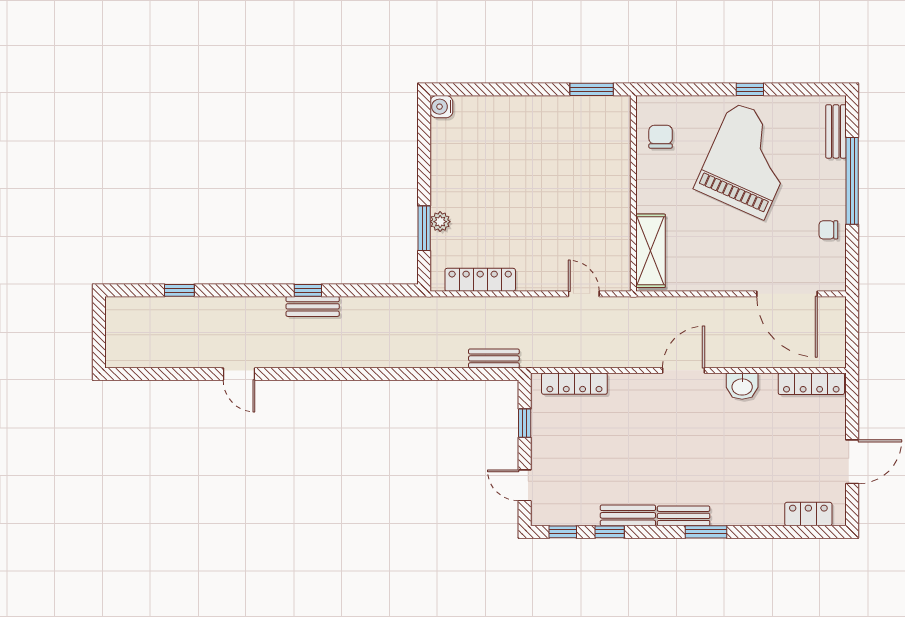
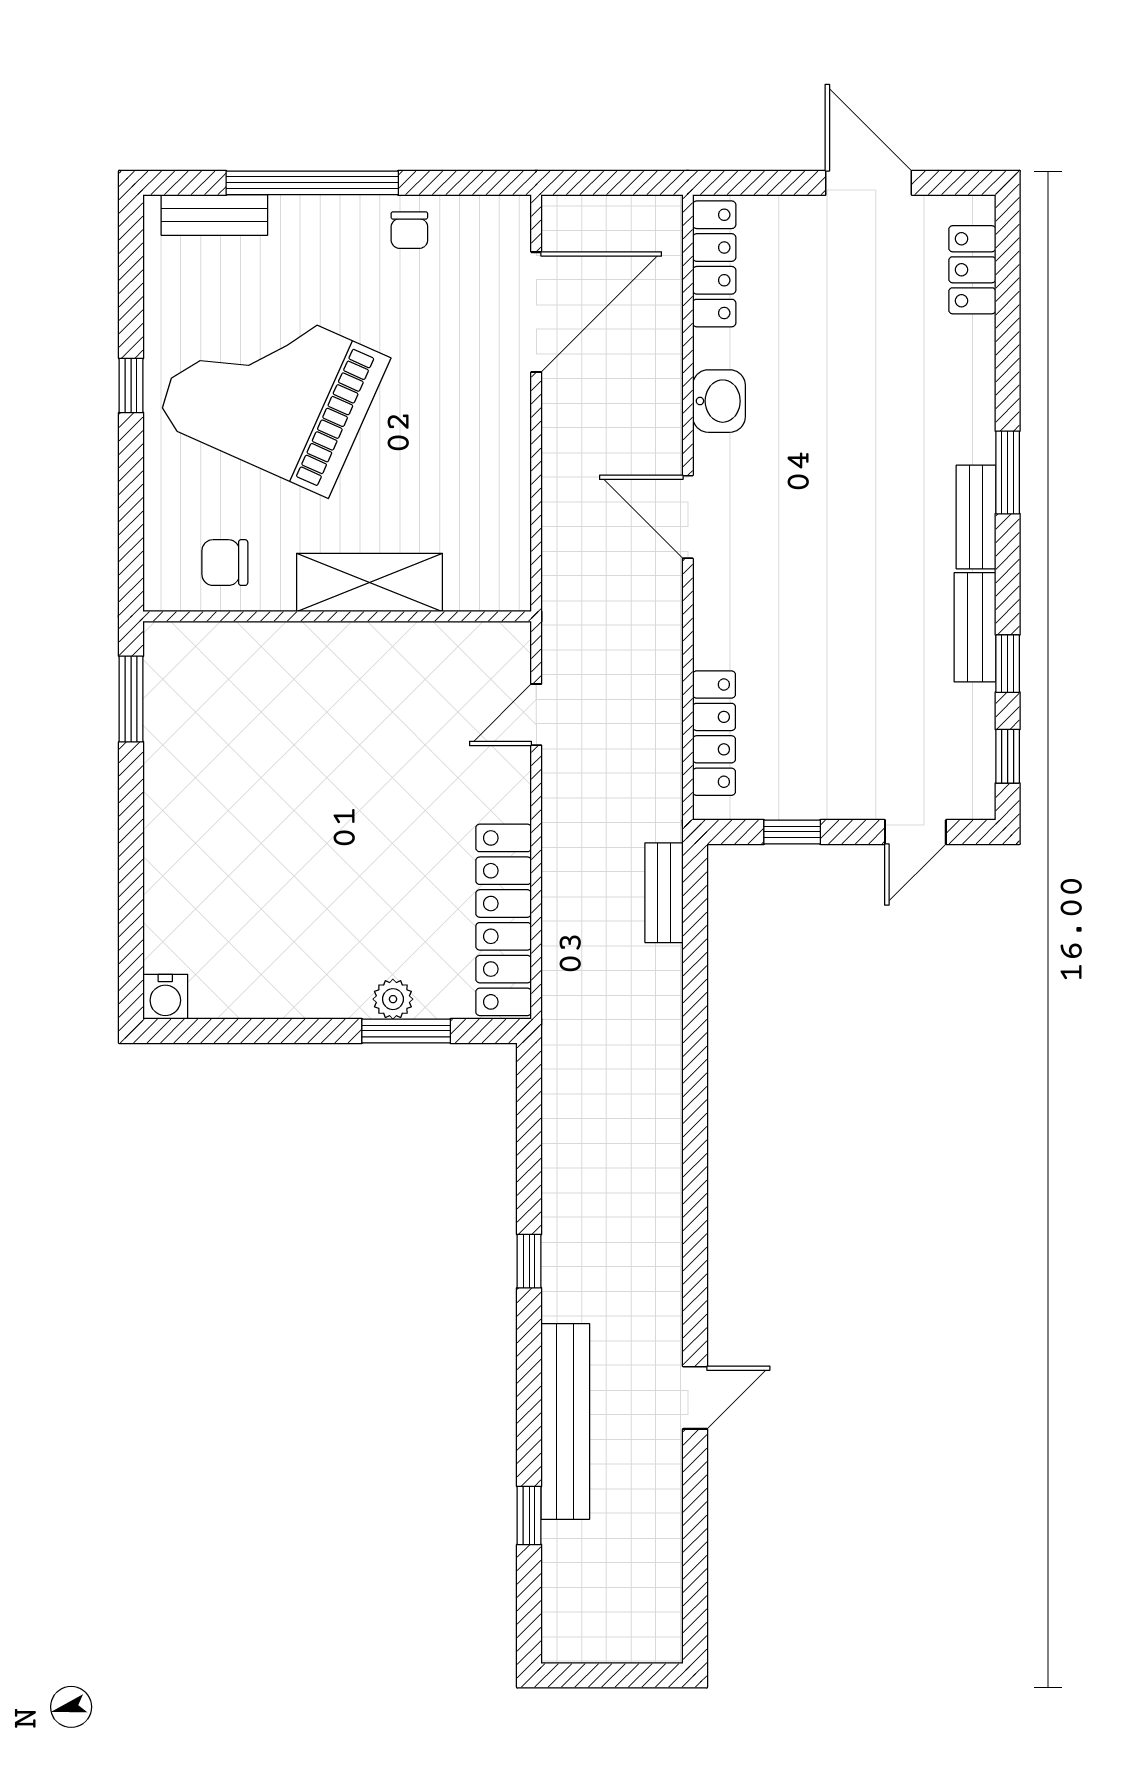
shelving: (650, 251) -> (369, 583), moved
locker: (480, 280) -> (504, 920), width x1.41, depth x1.21
bench: (313, 306) -> (565, 1421), moved, width x1.86, depth x1.21

